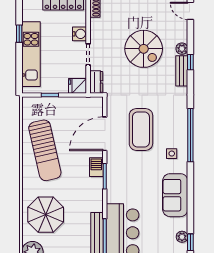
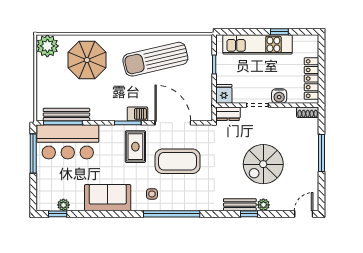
rug: (127, 169) -> (135, 147), added

